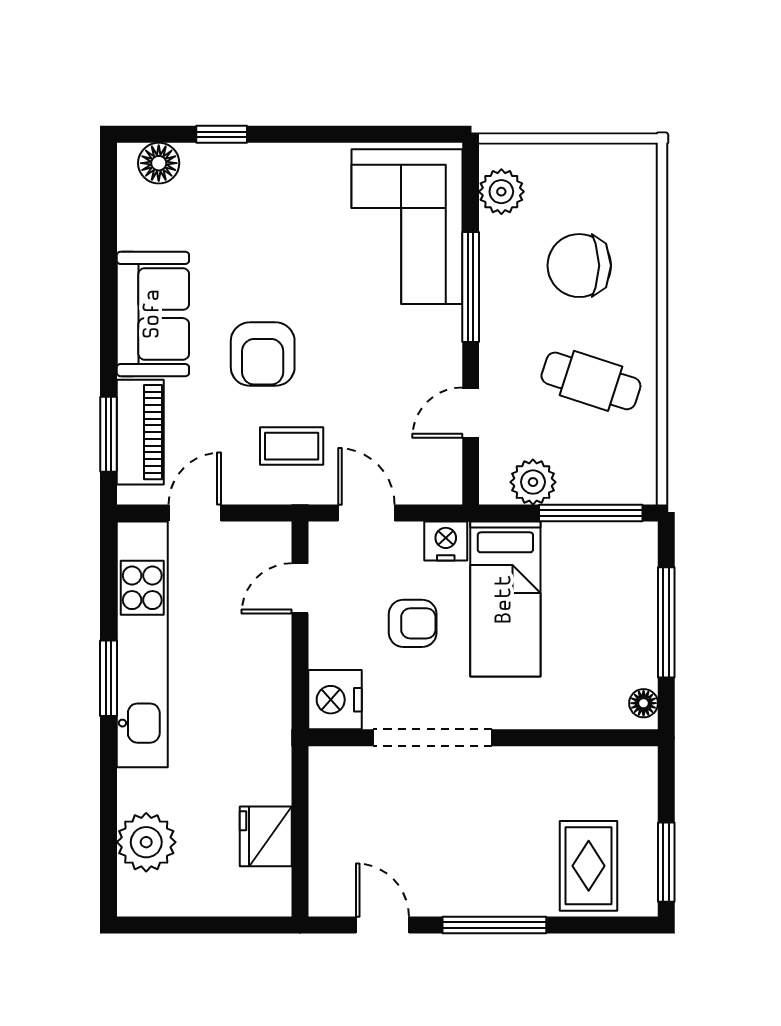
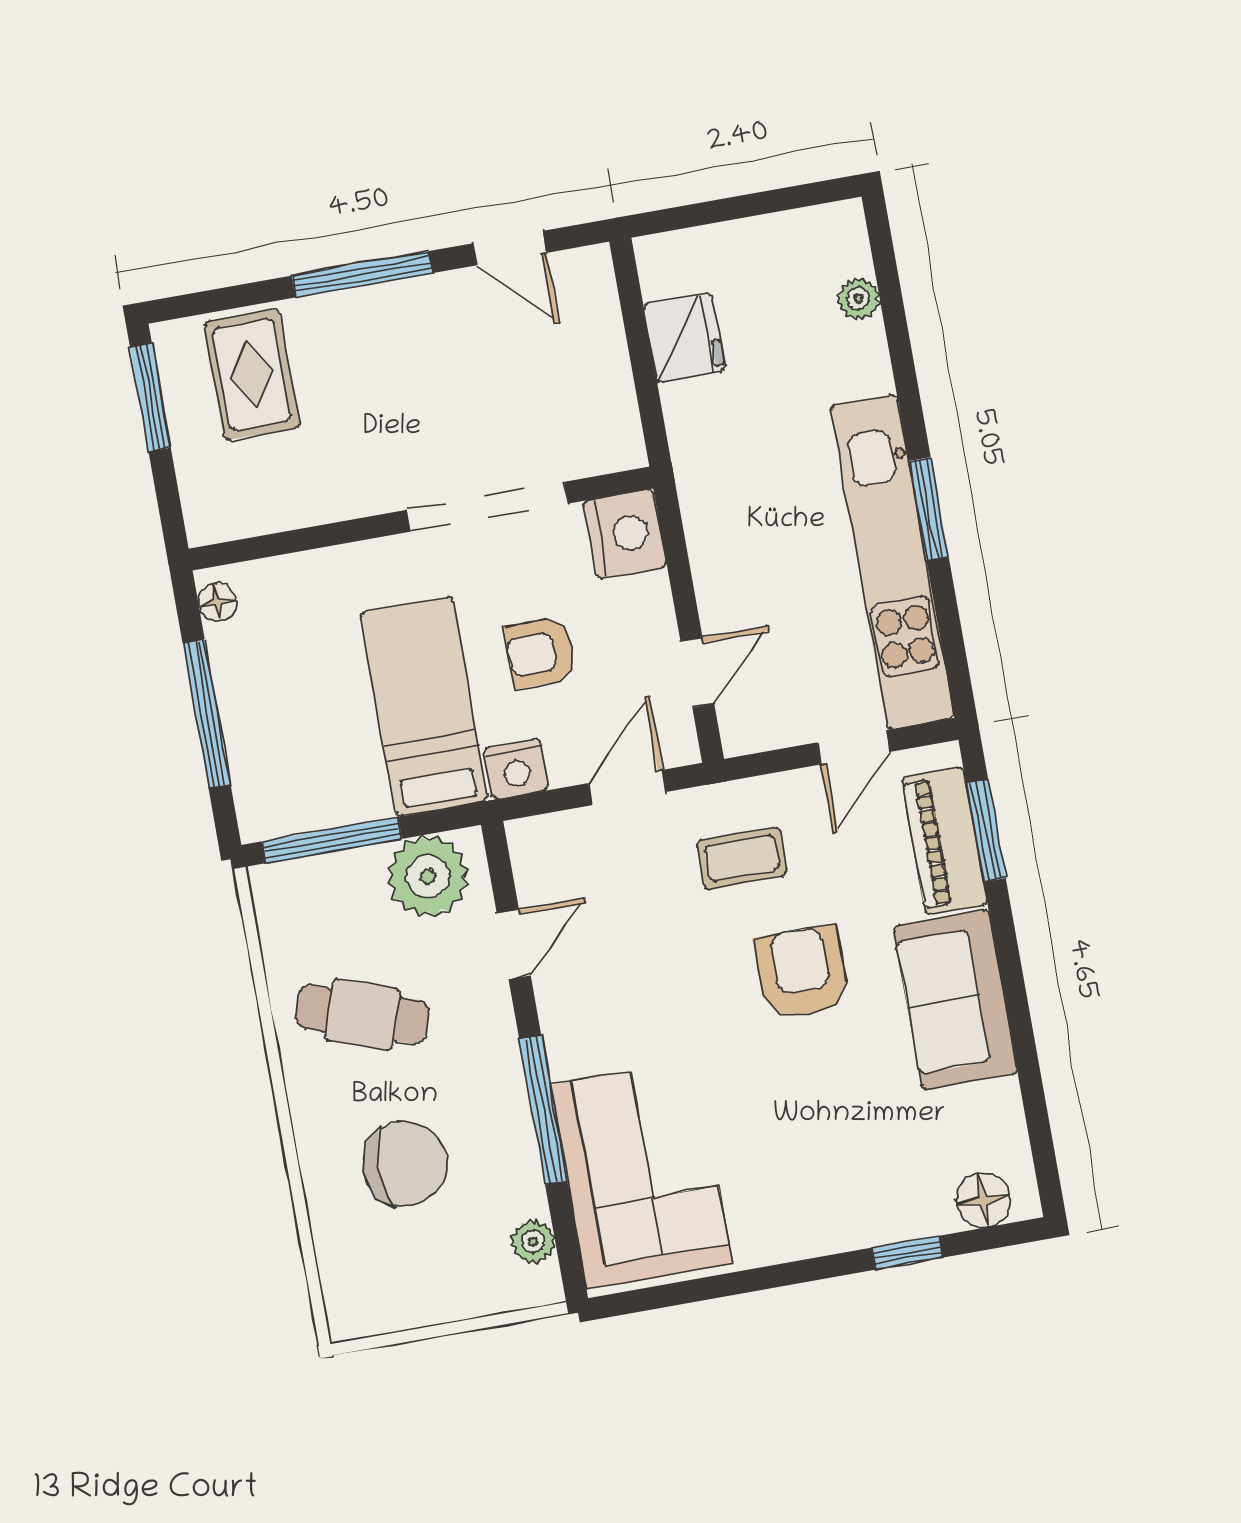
plant: (501, 192) -> (533, 1241), width x0.73, depth x0.73
plant: (533, 482) -> (428, 876), width x1.36, depth x1.36
door: (366, 513) -> (627, 787), swing flipped
plant: (146, 842) -> (858, 299), width x0.53, depth x0.53

